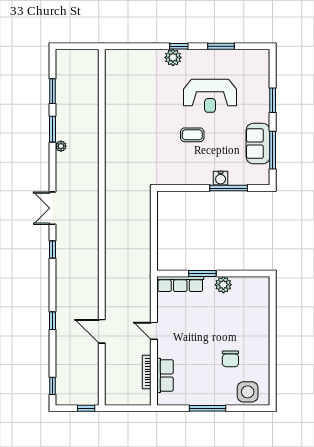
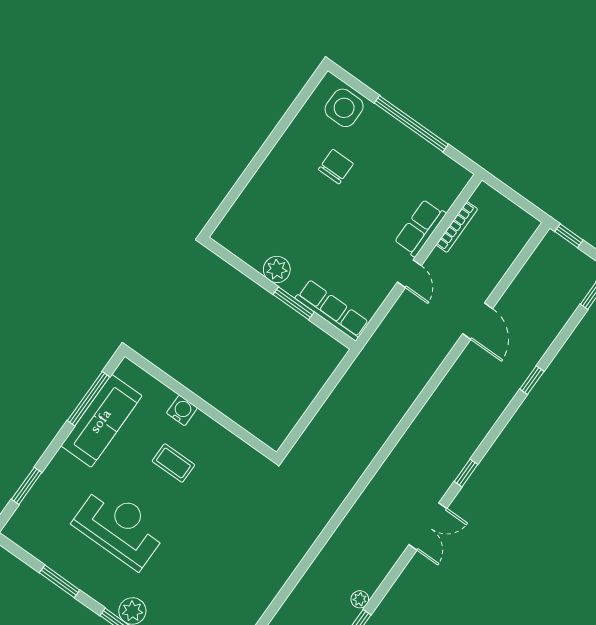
window: (273, 100) -> (27, 486), moved
coffee table: (192, 135) -> (173, 463), moved
sofa: (258, 144) -> (101, 421), width x1.36
window: (229, 188) -> (181, 390), removed
row of seats: (165, 375) -> (420, 228), moved
window: (208, 408) -> (411, 124), width x1.46

